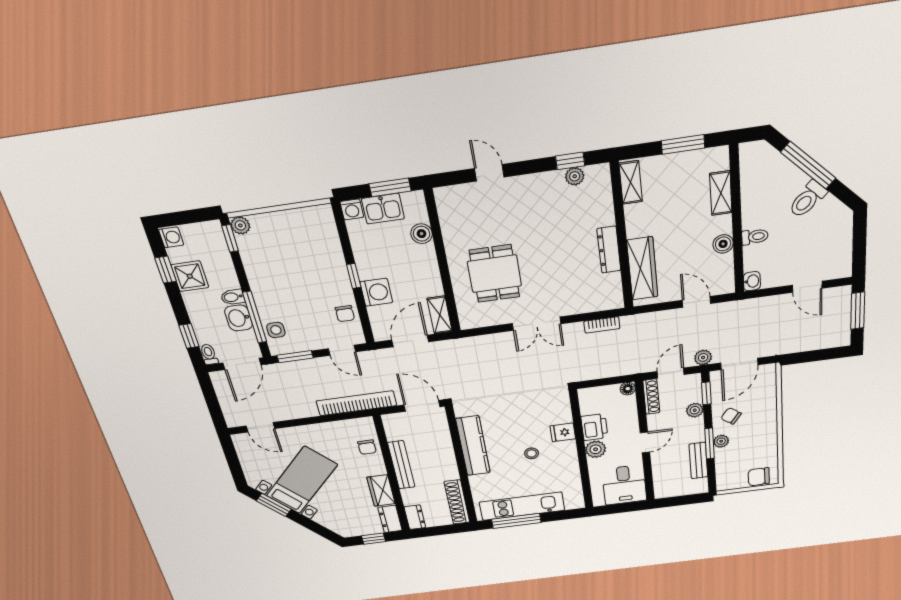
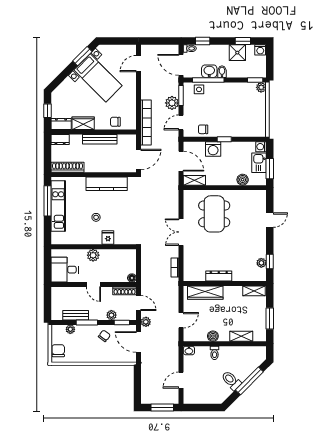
dining table: (495, 274) -> (214, 214), width x1.38
plant: (312, 369) -> (172, 103), added
printer: (594, 427) -> (109, 256), removed
plant: (721, 441) -> (70, 329), moved

